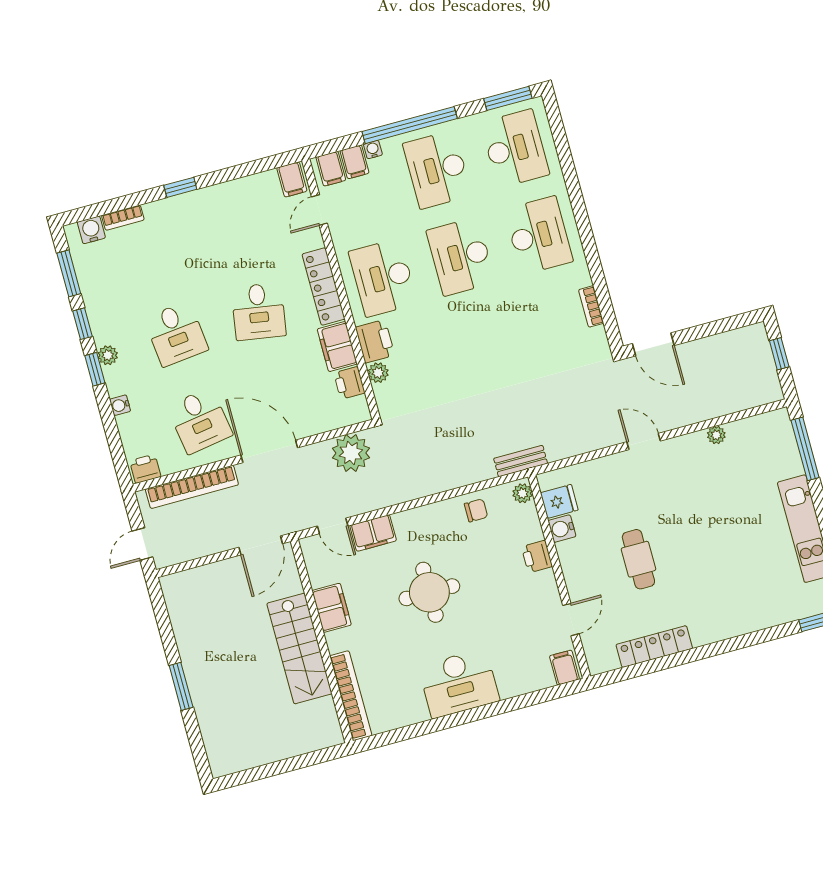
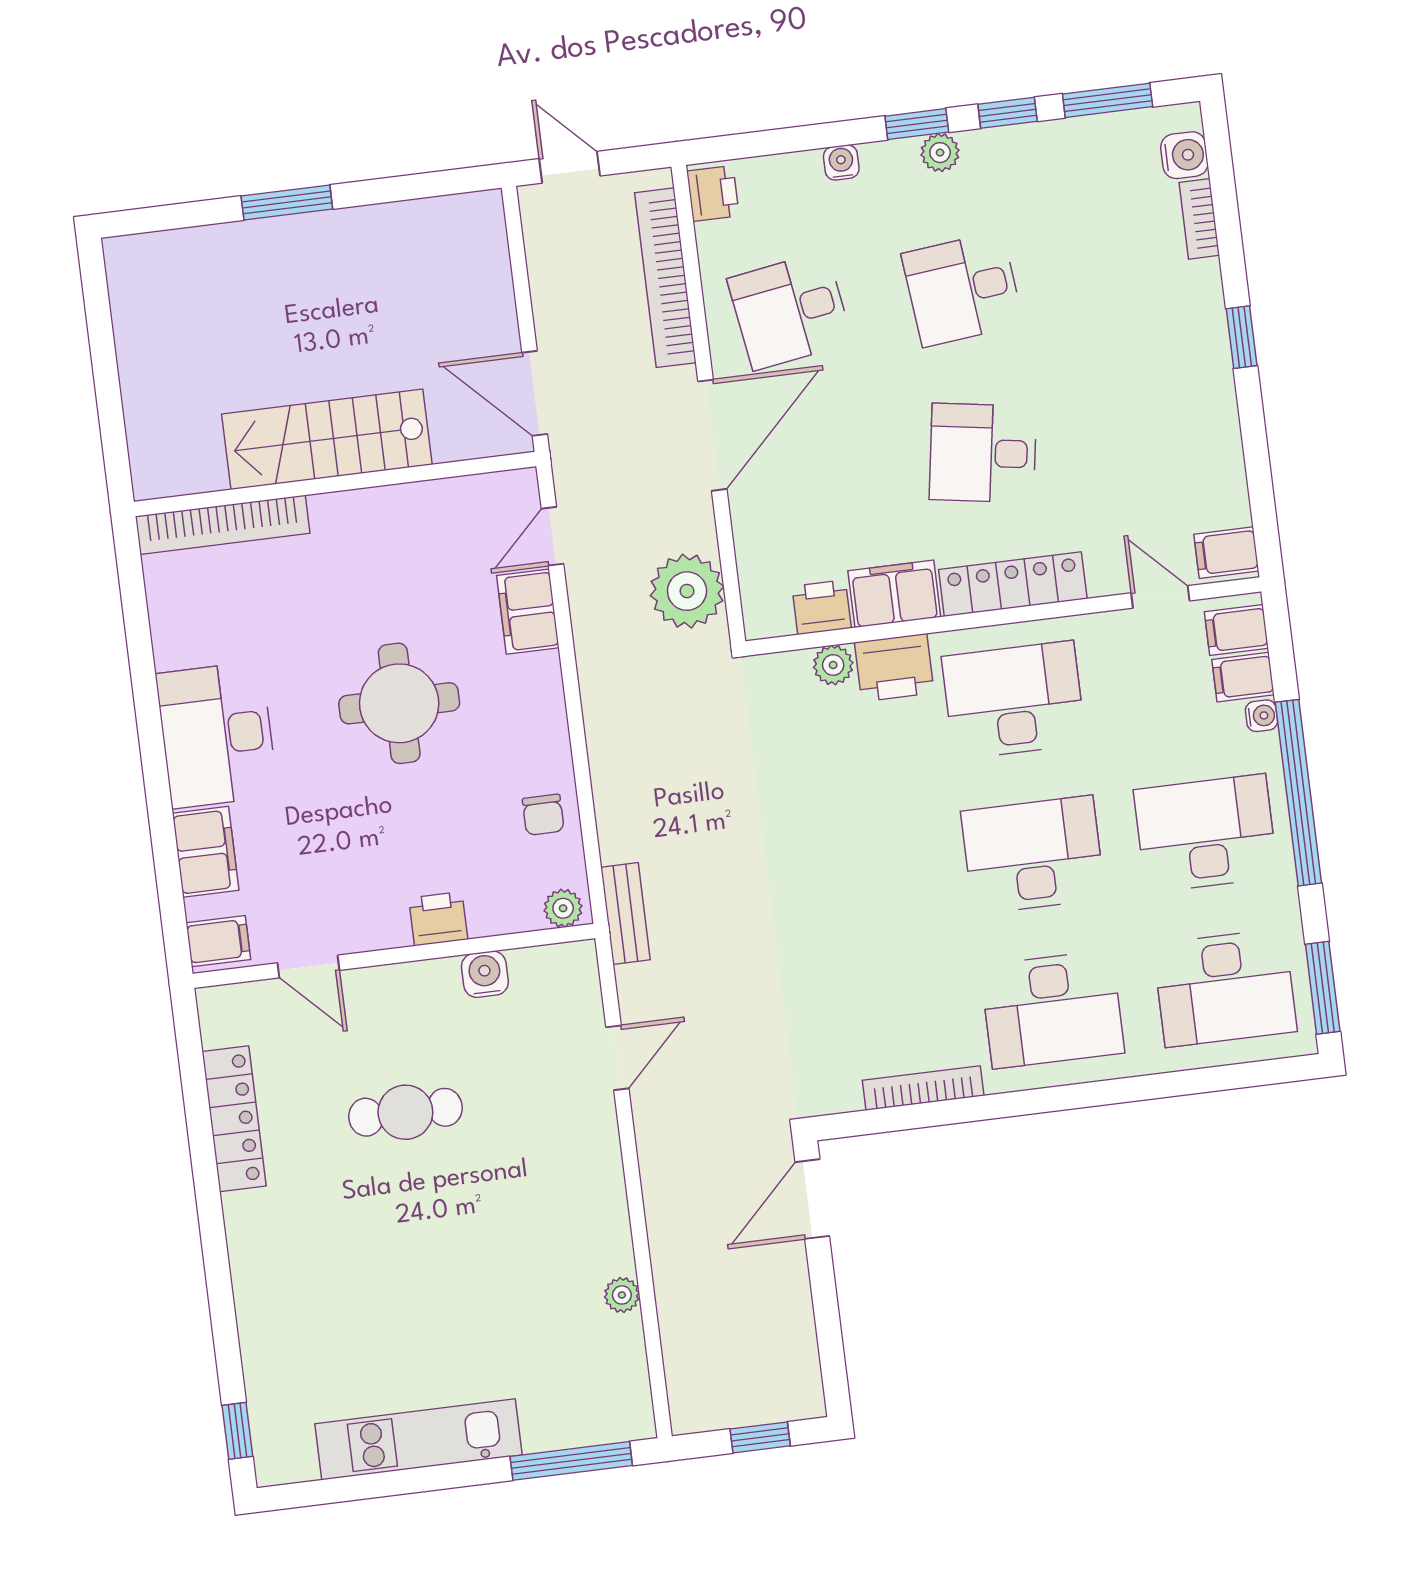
bookcase: (591, 306) -> (923, 1088), width x1.56
door: (644, 441) -> (617, 1058), moved
fridge: (559, 501) -> (538, 977), removed
filing cabinet: (332, 608) -> (206, 852), moved, turned -90

